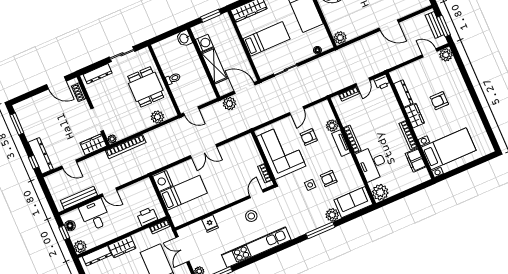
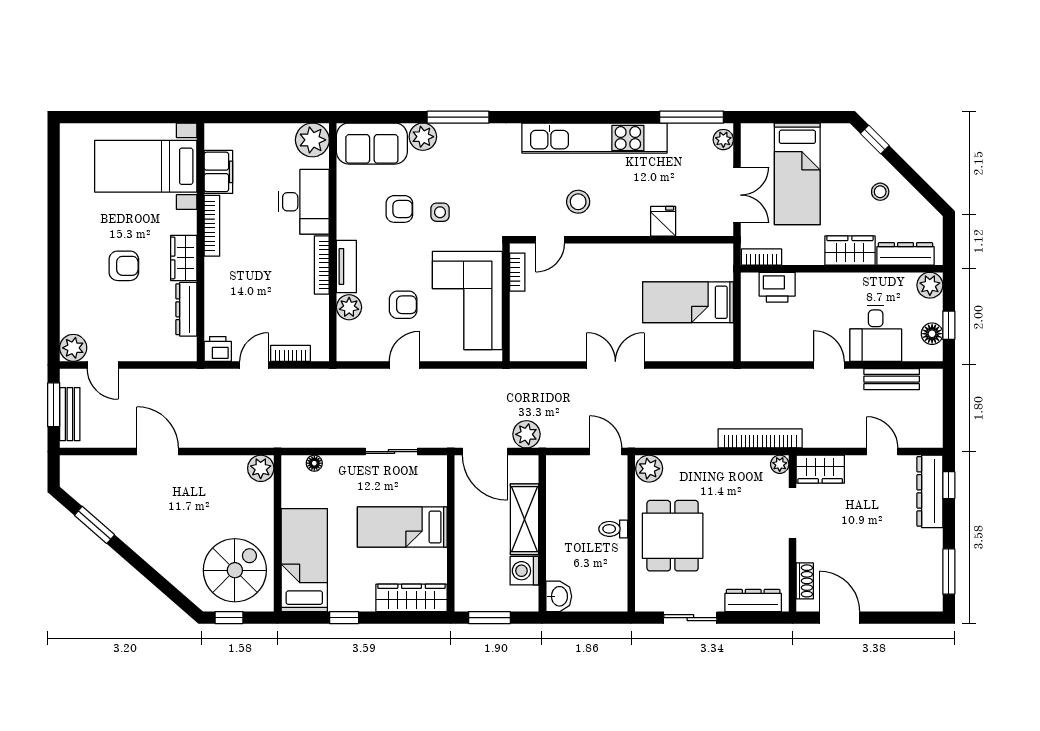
plant: (157, 117) -> (649, 469), moved
nightstand: (163, 181) -> (718, 342), removed
bench: (79, 198) -> (892, 379), width x0.73

